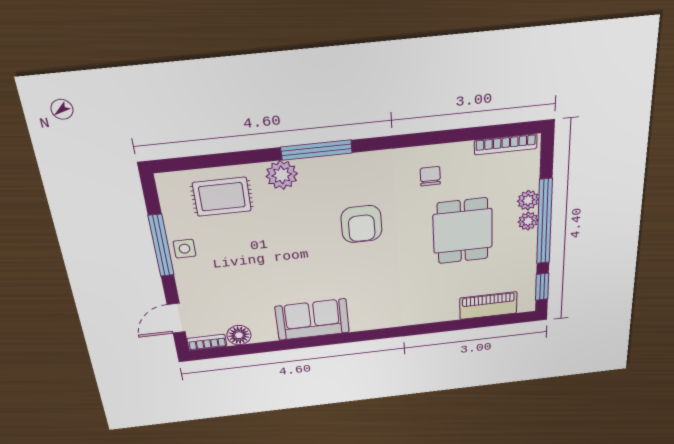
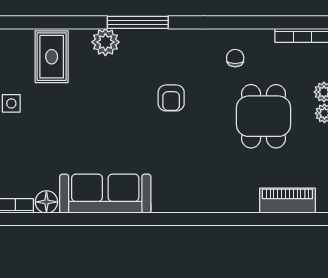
rug: (222, 197) -> (52, 57), turned 90
armchair: (361, 224) -> (171, 98), width x0.72, depth x0.72
sofa: (312, 319) -> (105, 194), width x1.36

